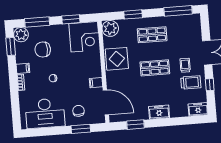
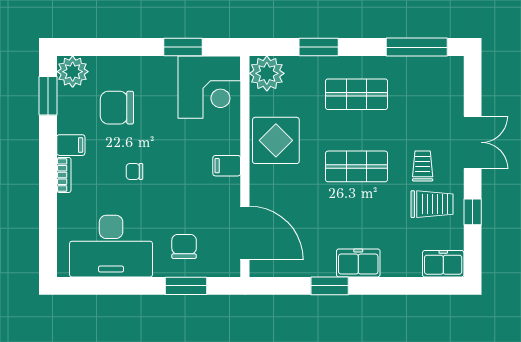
window: (37, 22) -> (109, 47), removed
filing cabinet: (96, 83) -> (227, 166), moved
window: (135, 125) -> (330, 286), moved

